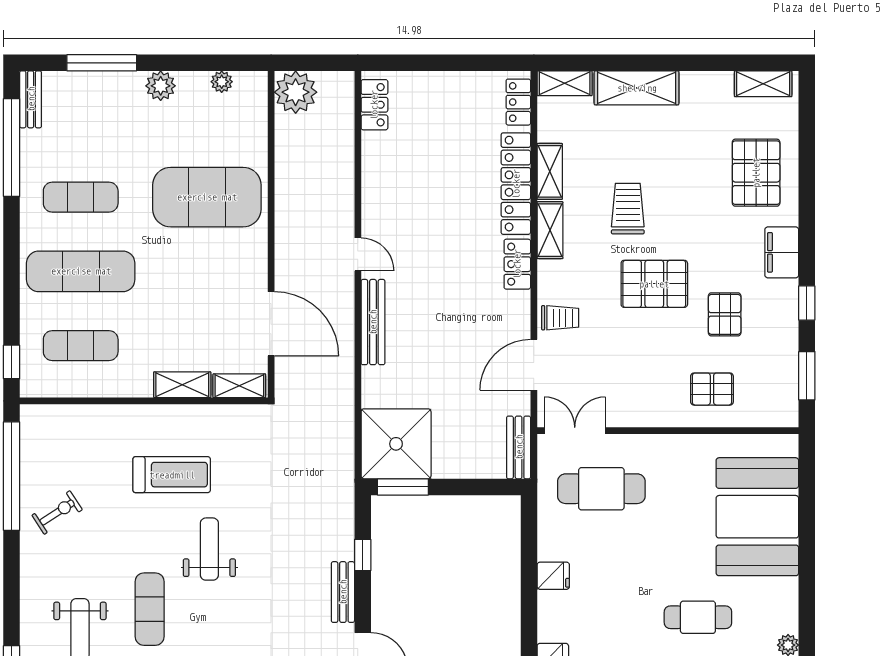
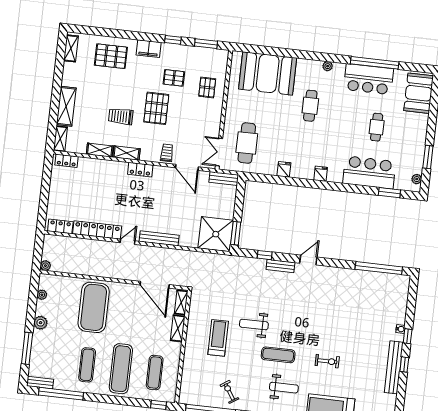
plant: (296, 92) -> (45, 266), width x0.53, depth x0.53
locker: (516, 184) -> (97, 230), moved, turned 180
door: (271, 324) -> (155, 285), swing flipped

